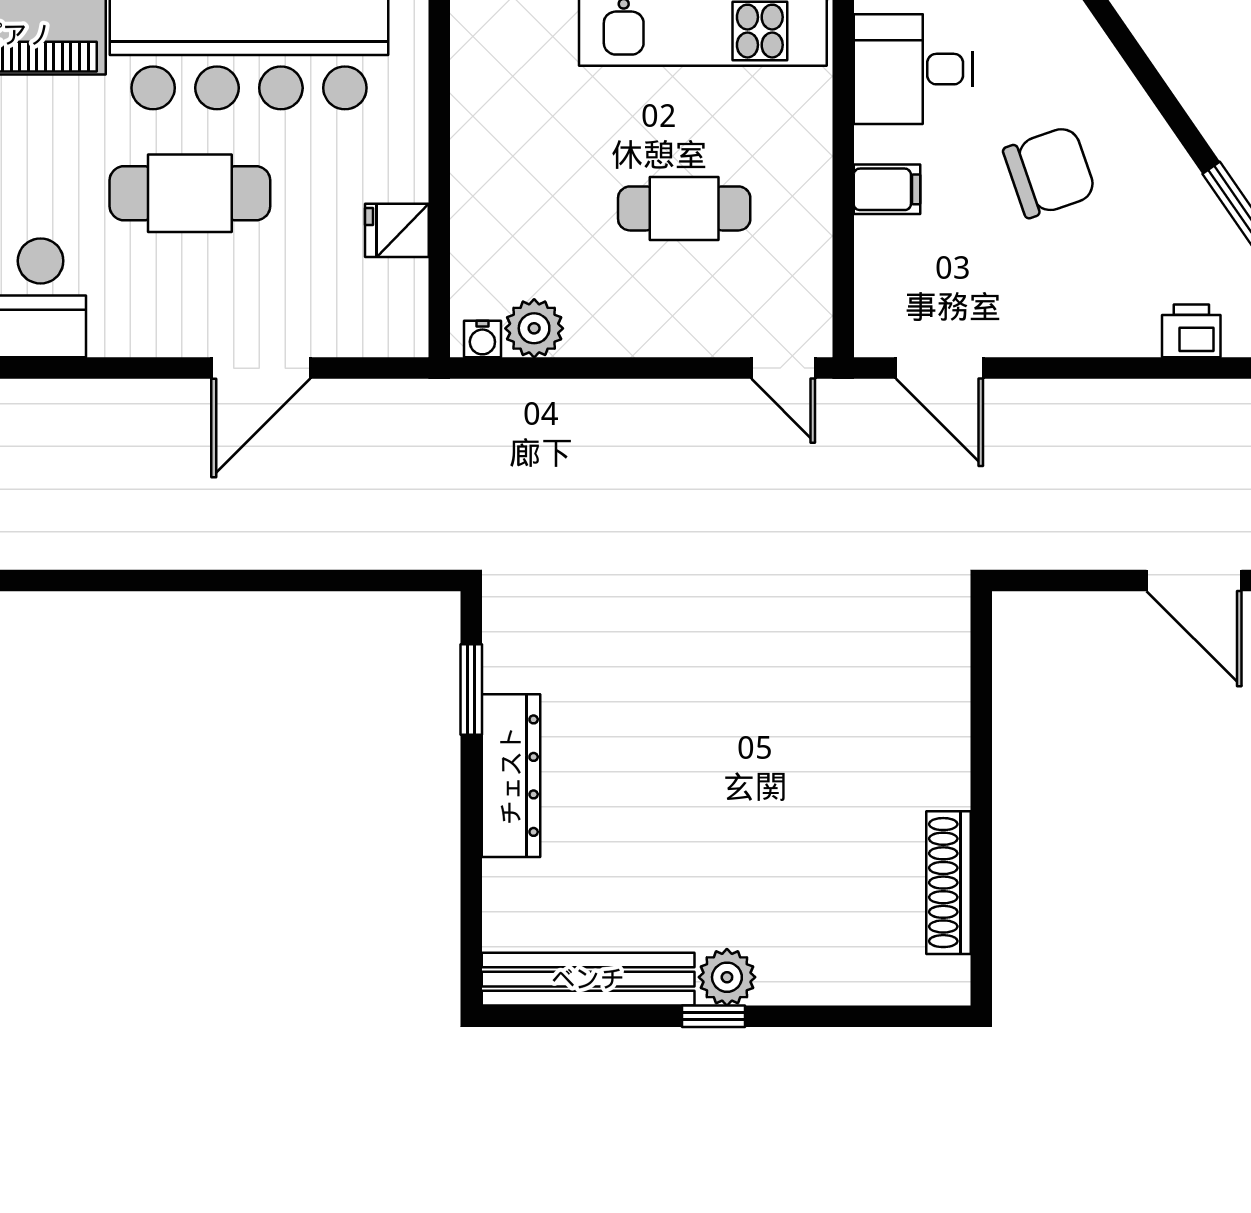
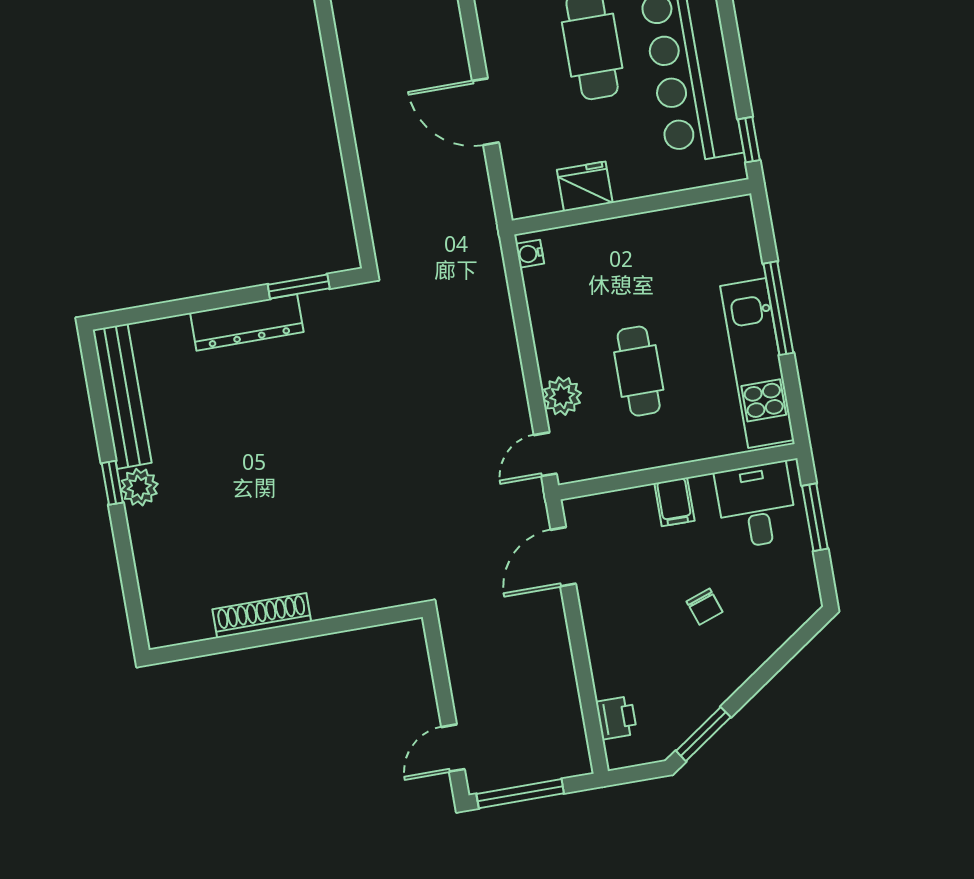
chair: (1050, 172) -> (704, 607), width x0.54, depth x0.54
fridge: (397, 230) -> (585, 186), width x1.38
plant: (534, 328) -> (562, 396), moved
door: (1194, 581) -> (453, 748), width x0.73
shoe rack: (949, 883) -> (262, 616), moved

